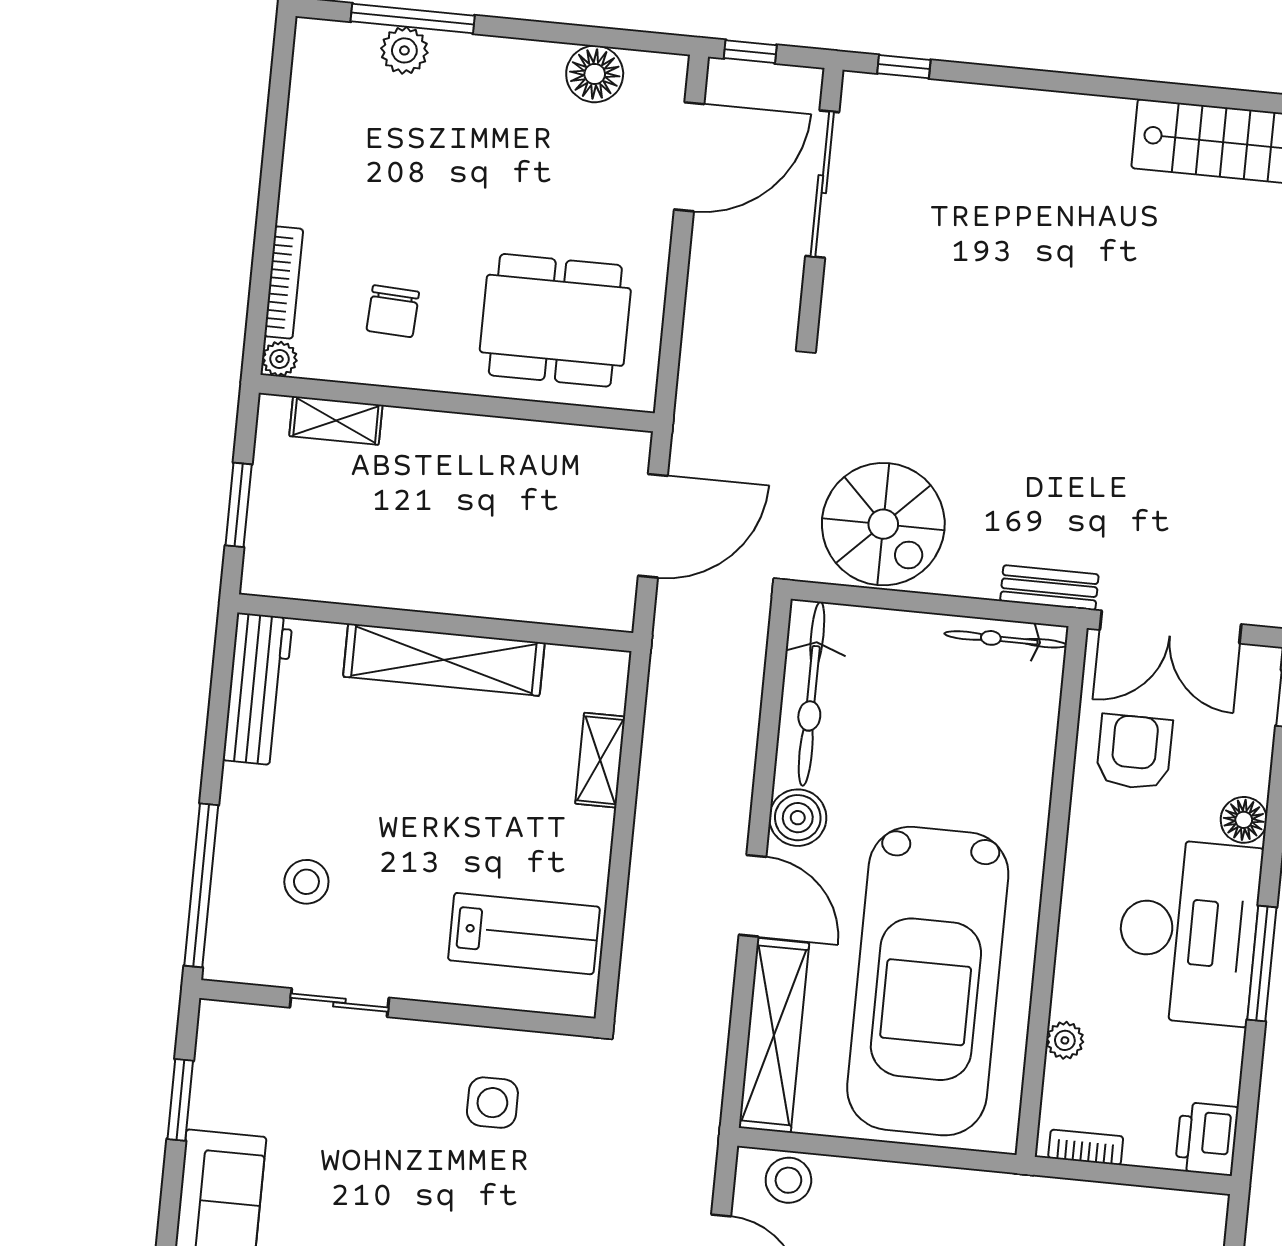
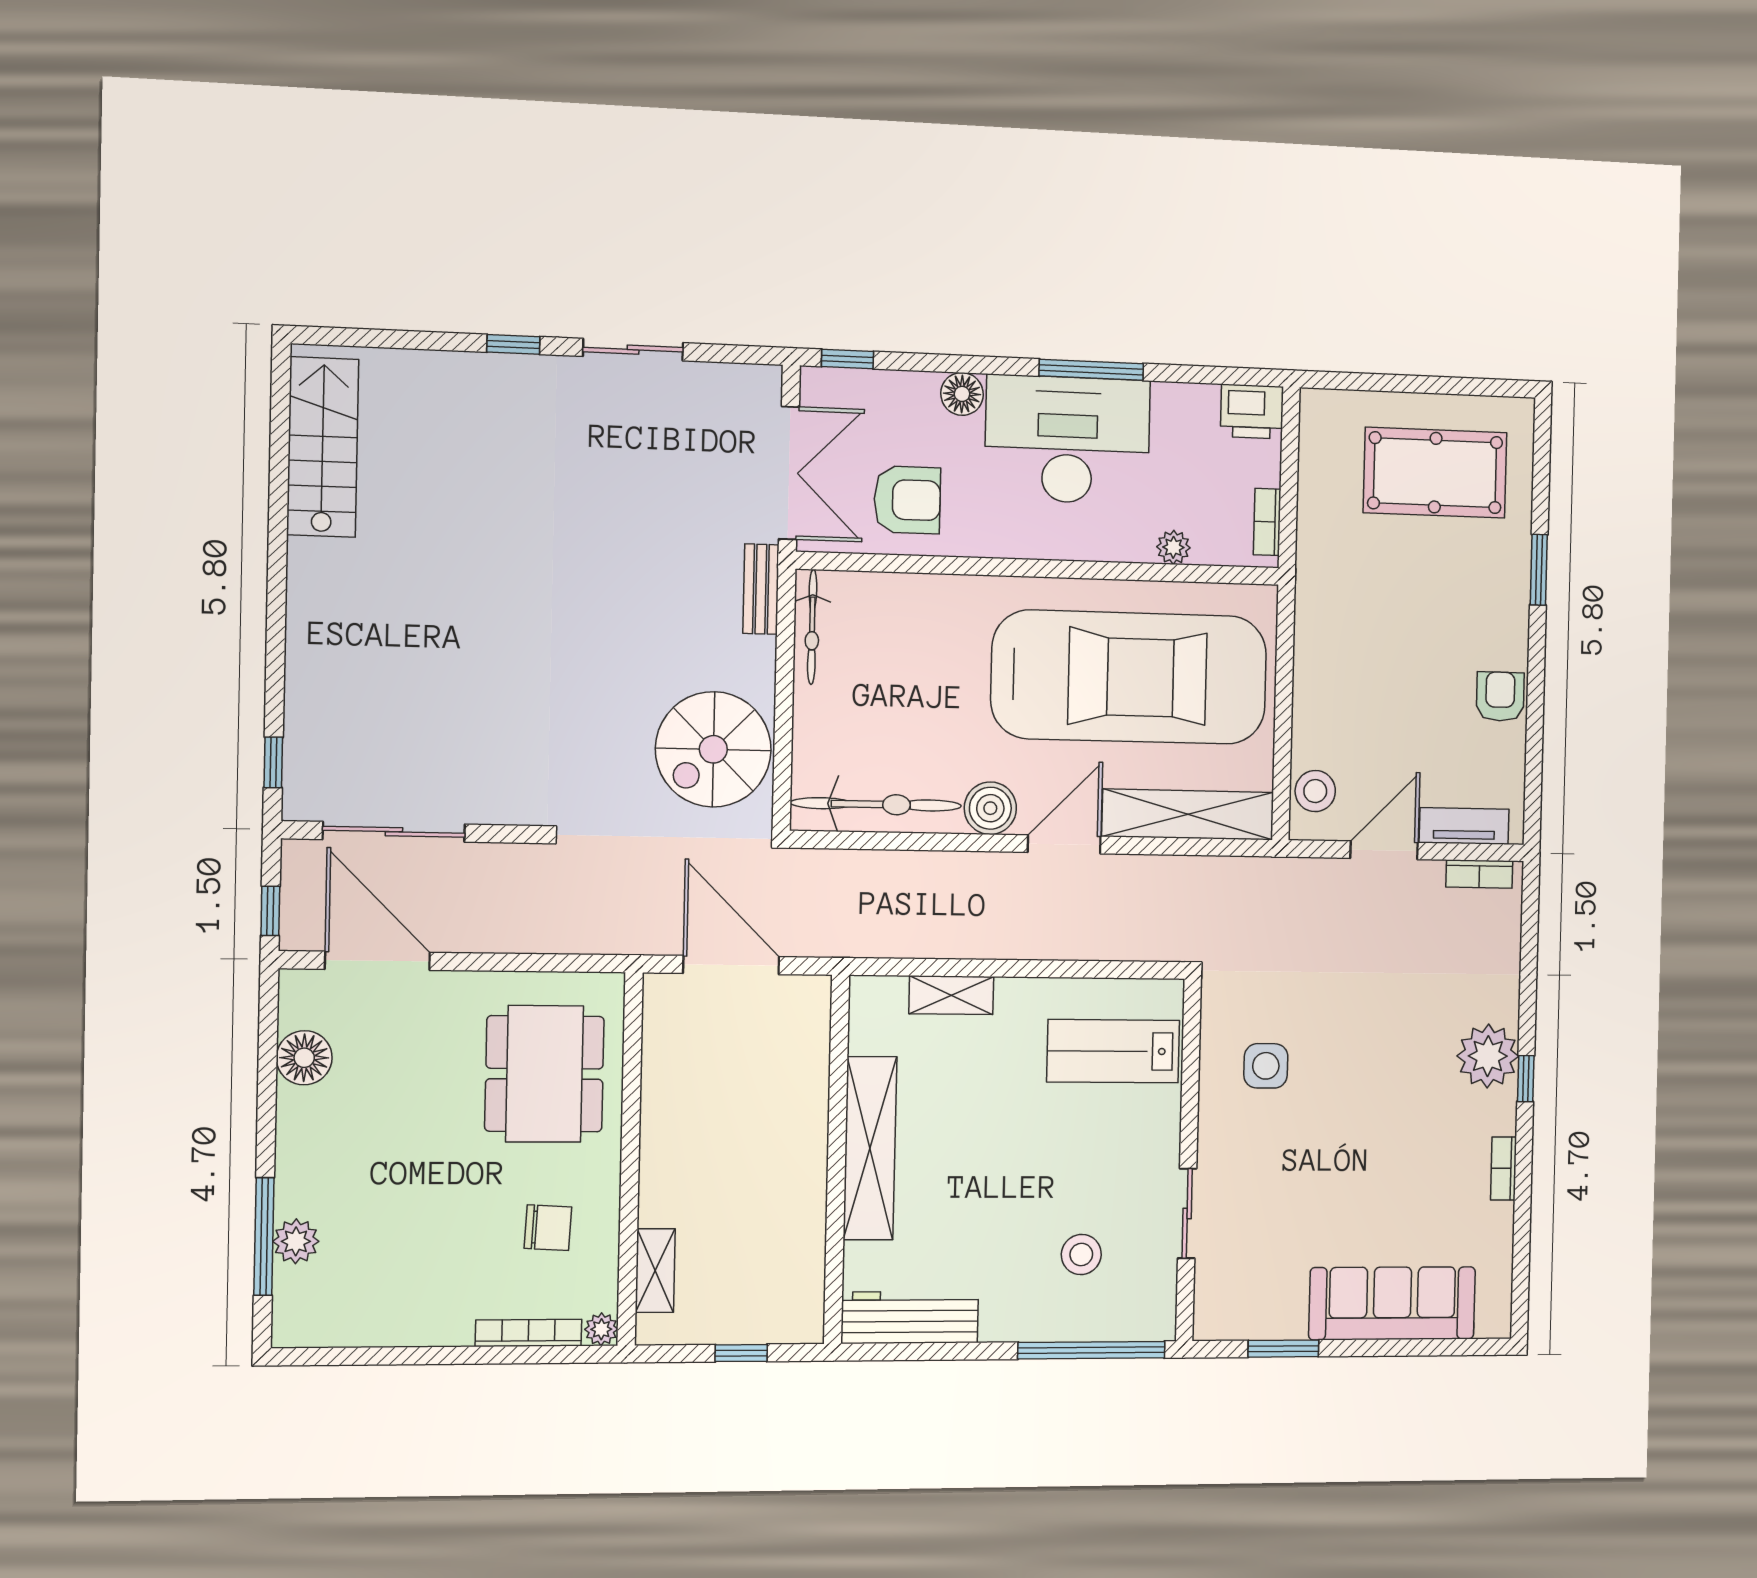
window: (239, 505) -> (741, 1353), width x0.67
spiral stairs: (883, 524) -> (713, 749), turned 180
armchair: (1134, 752) -> (907, 500), turned 180
lab bench: (524, 934) -> (1113, 1051), turned -90

